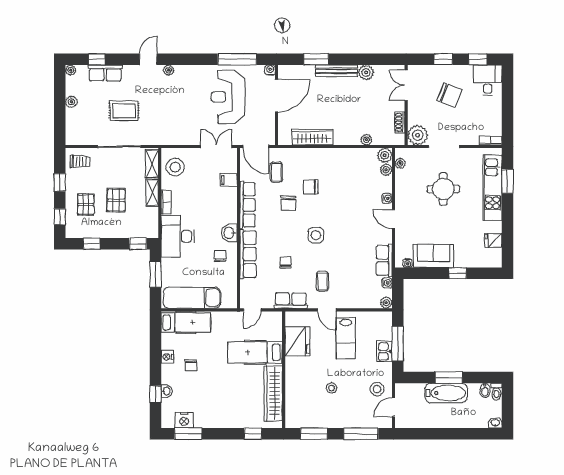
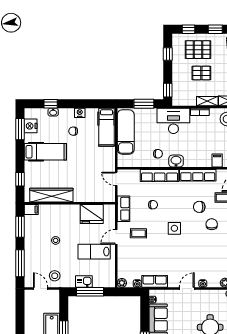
pallet: (86, 205) -> (198, 50), width x1.50, depth x1.42
hospital bed: (255, 352) -> (45, 152), moved, turned 90
filing cabinet: (292, 419) -> (31, 209), added

